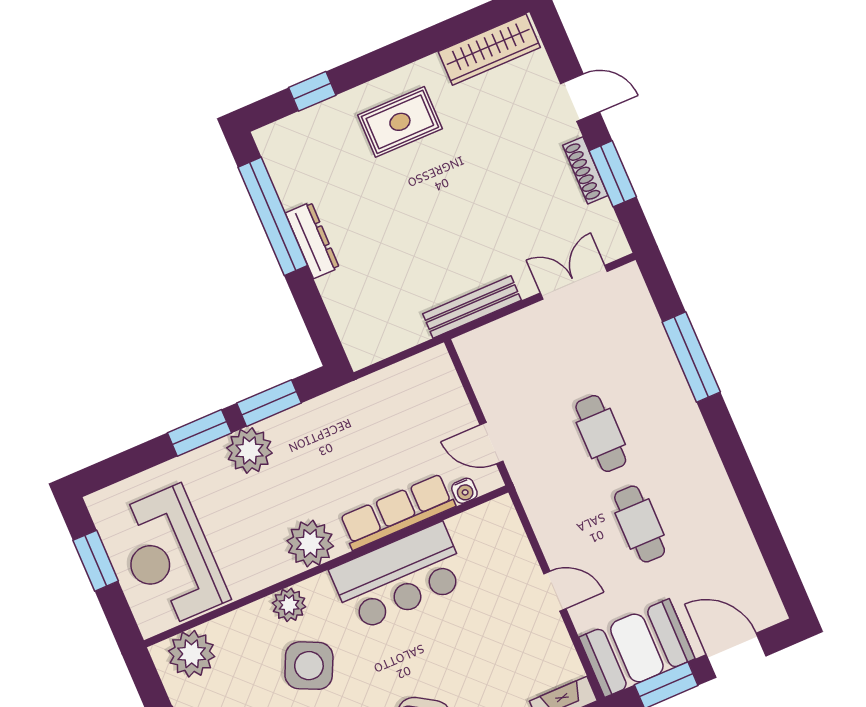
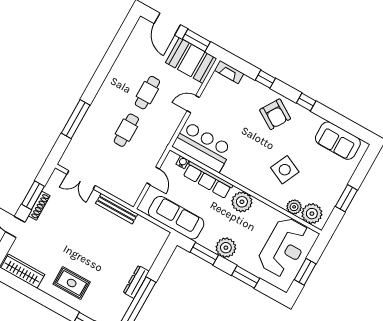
sofa: (373, 402) -> (176, 218), added
window: (199, 433) -> (246, 277), moved
door: (491, 443) -> (153, 176), moved
bar counter: (399, 577) -> (203, 147), moved
door: (555, 591) -> (193, 104), hinge flipped
plant: (289, 605) -> (294, 207), moved

